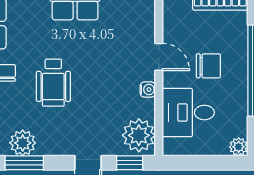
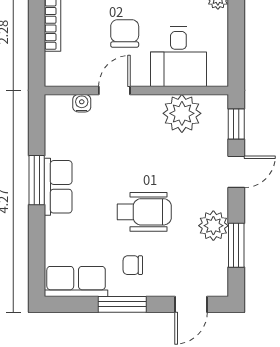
water cooler: (148, 90) -> (82, 103), moved
plant: (139, 135) -> (182, 113), moved
plant: (23, 143) -> (213, 226), moved

